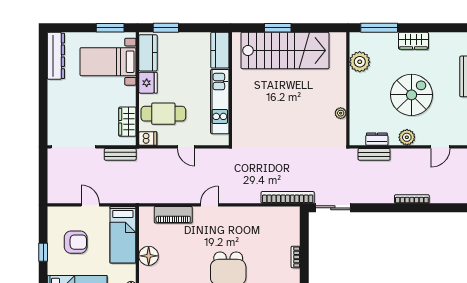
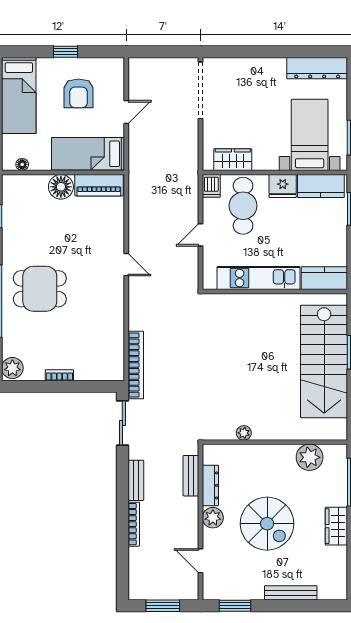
dresser: (377, 139) -> (210, 485), width x1.44
bench: (120, 154) -> (136, 480), moved
piano: (173, 215) -> (99, 185), moved, turned -90

